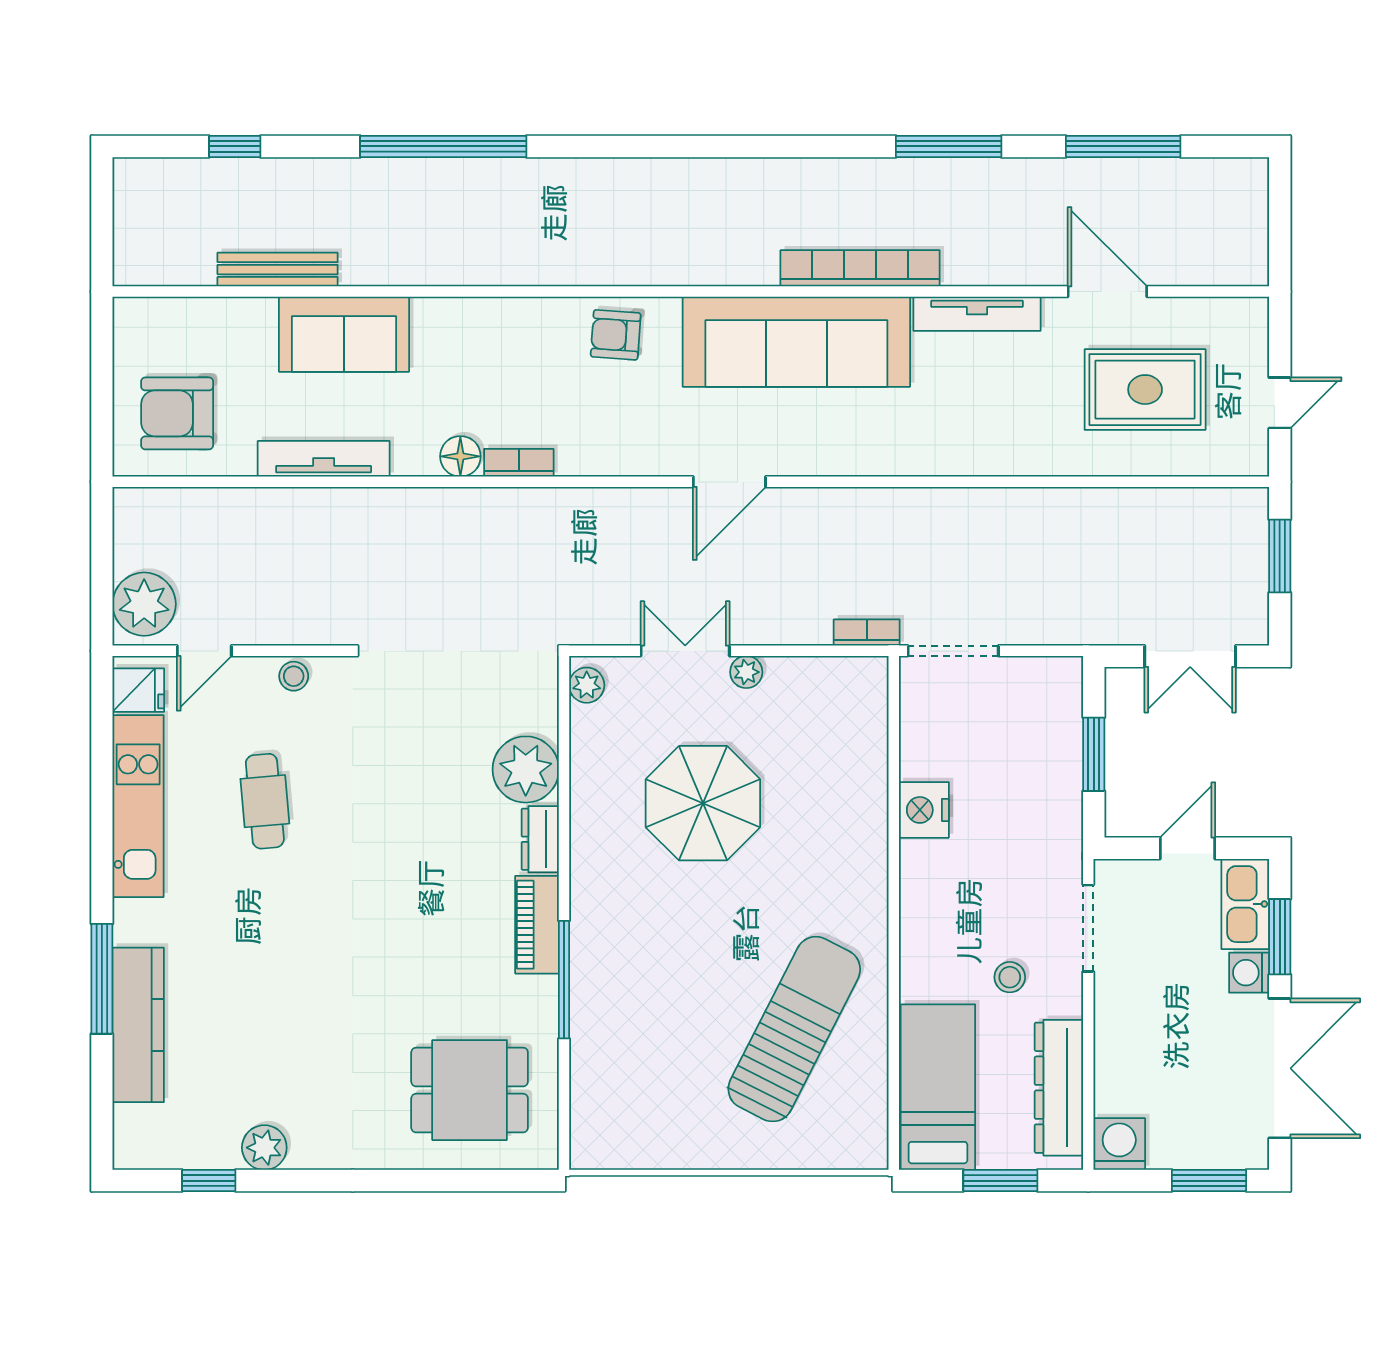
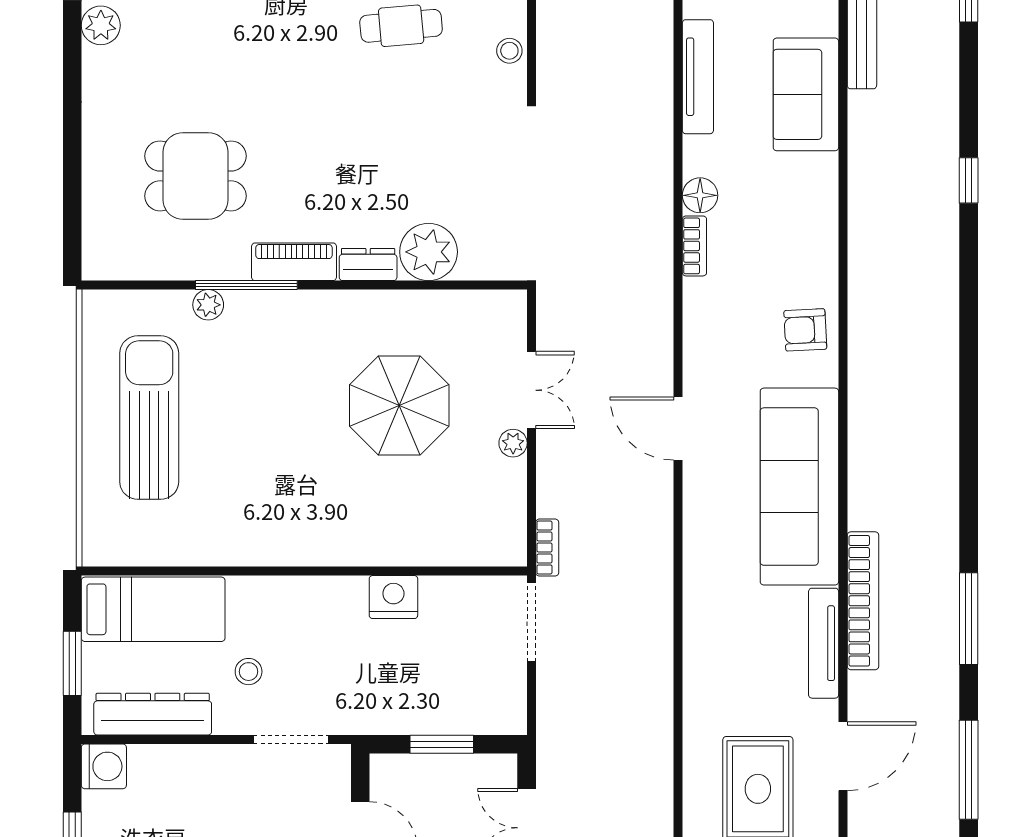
window: (443, 146) -> (969, 180), width x0.32
bookcase: (860, 268) -> (863, 601), moved
armchair: (616, 335) -> (805, 330), turned -97
plant: (587, 685) -> (208, 305), moved
sun lounger: (794, 1029) -> (149, 417), moved, turned -117
dining table: (470, 1090) -> (196, 176), moved, turned 90

